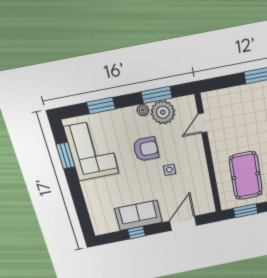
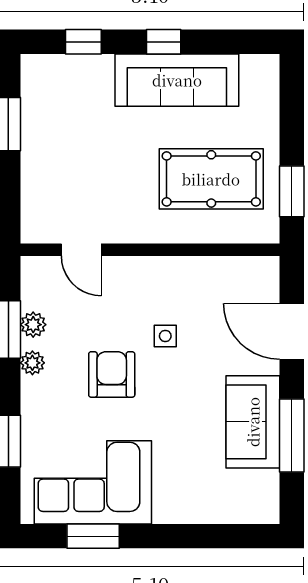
plant: (163, 112) -> (33, 325), width x0.53, depth x0.53
window: (136, 233) -> (292, 435), width x2.17

